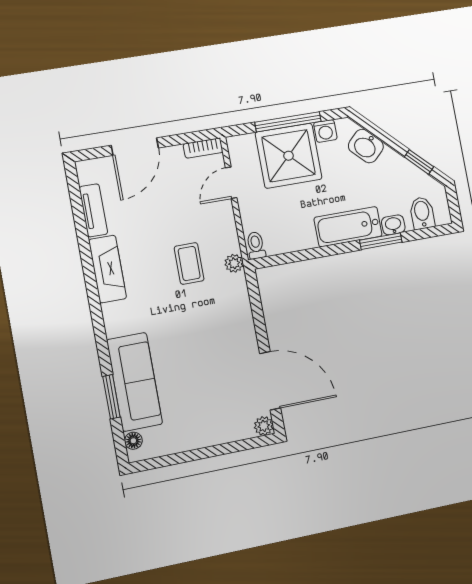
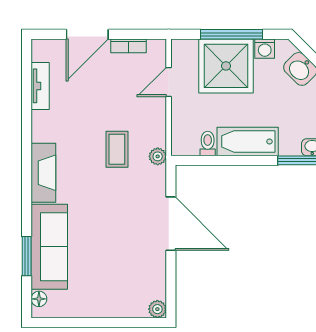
bookcase: (203, 148) -> (128, 46), moved
bathtub: (348, 227) -> (248, 141), moved
toilet: (256, 245) -> (208, 144), moved
fireplace: (108, 269) -> (43, 173), moved
door: (270, 381) -> (171, 224), moved

